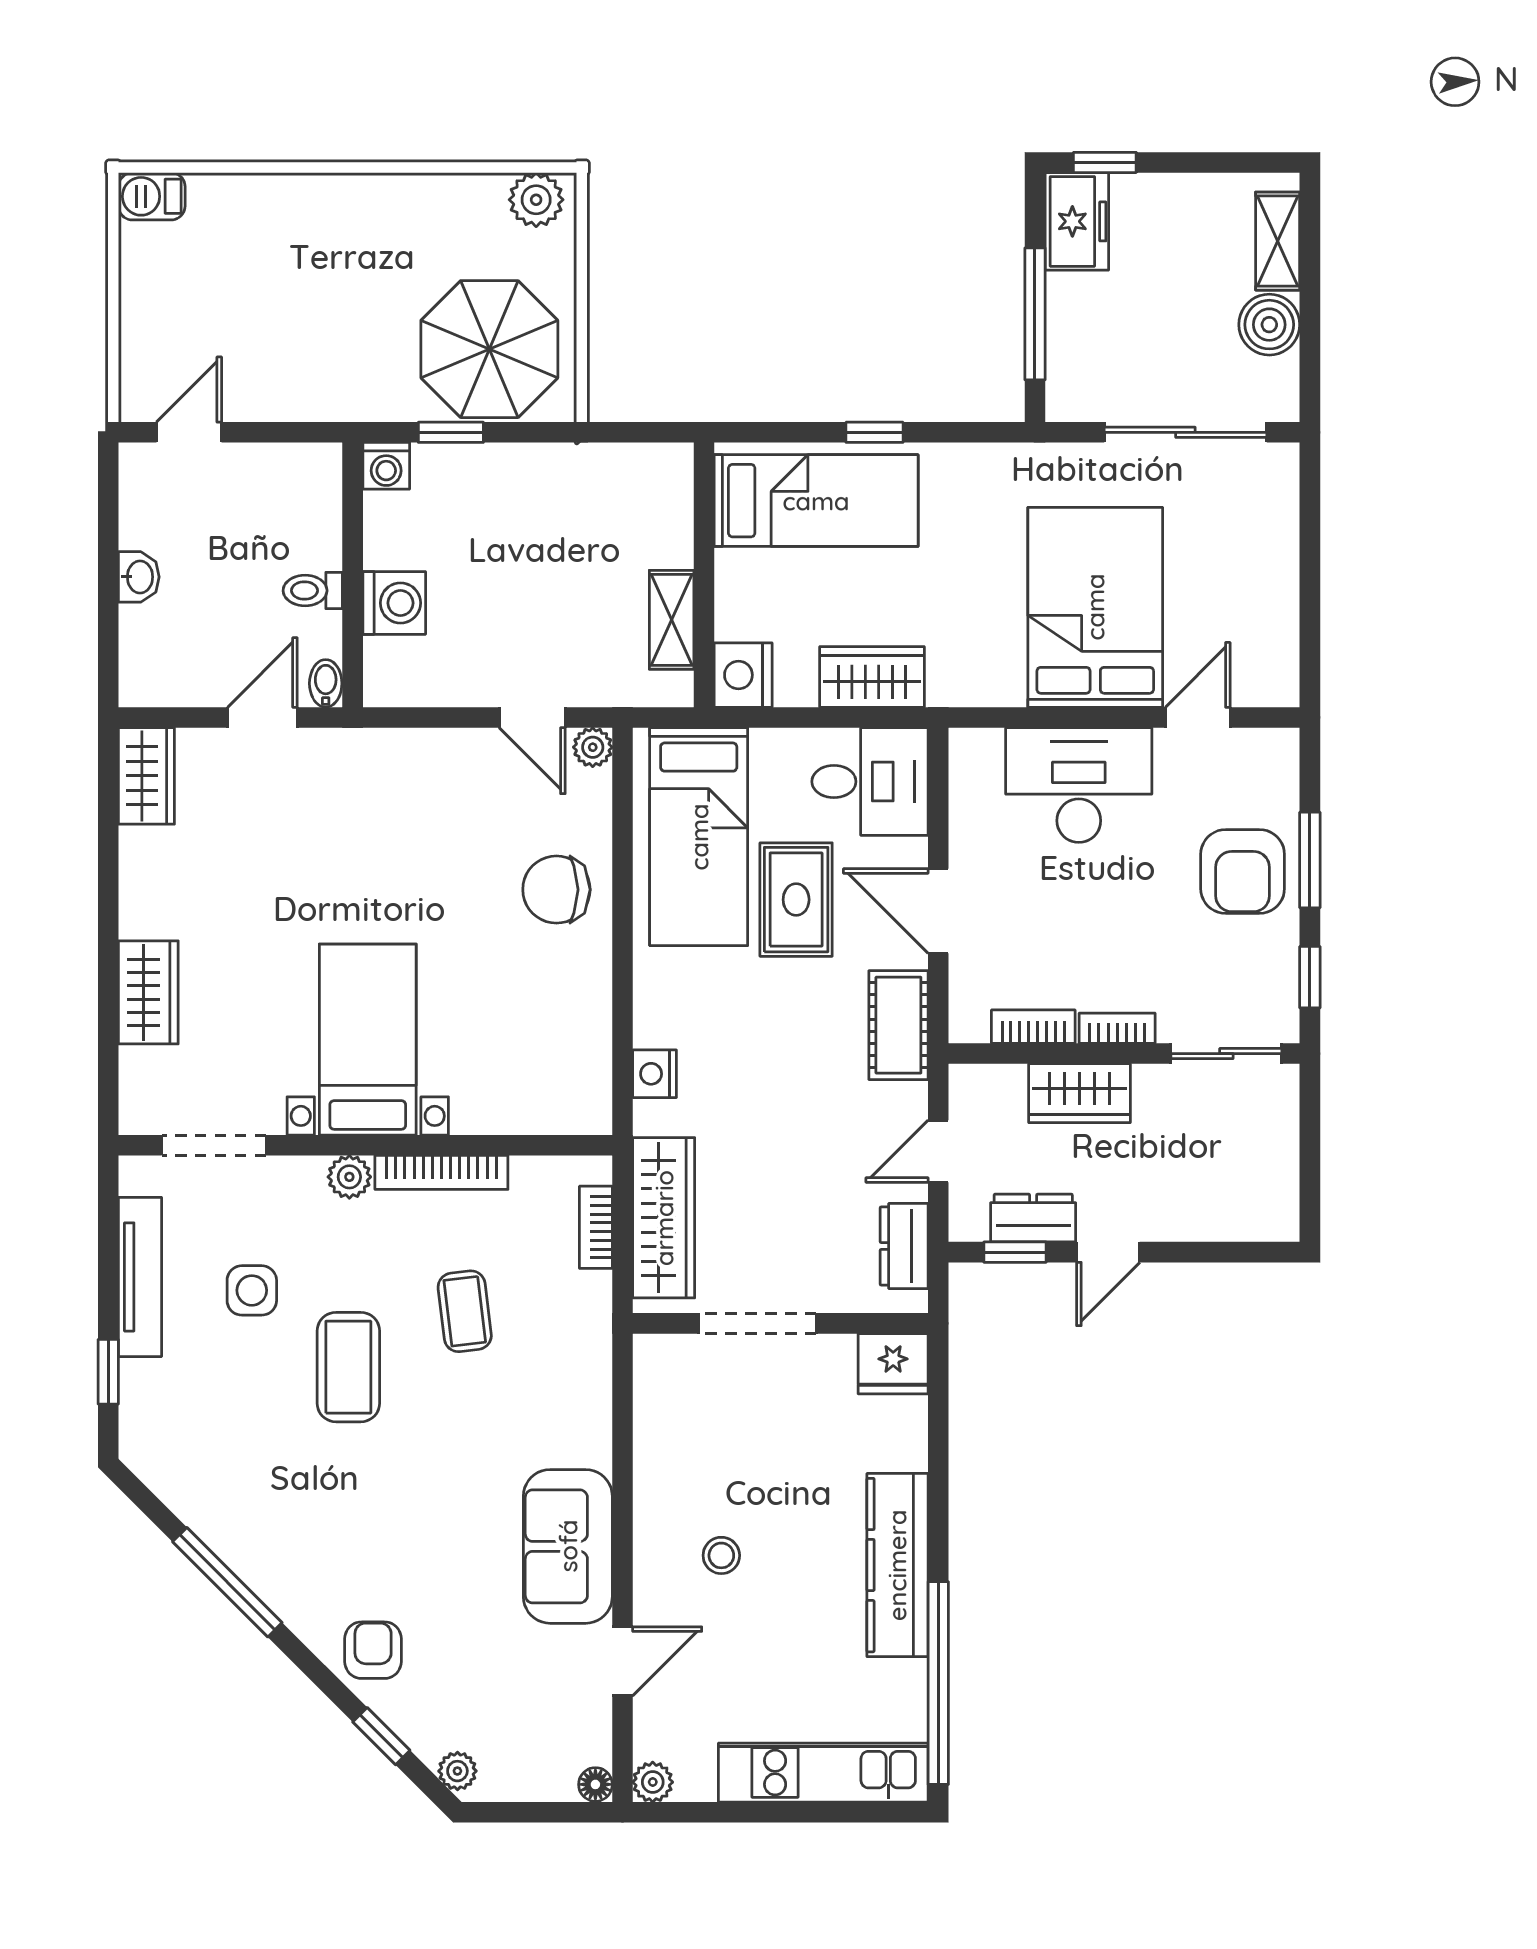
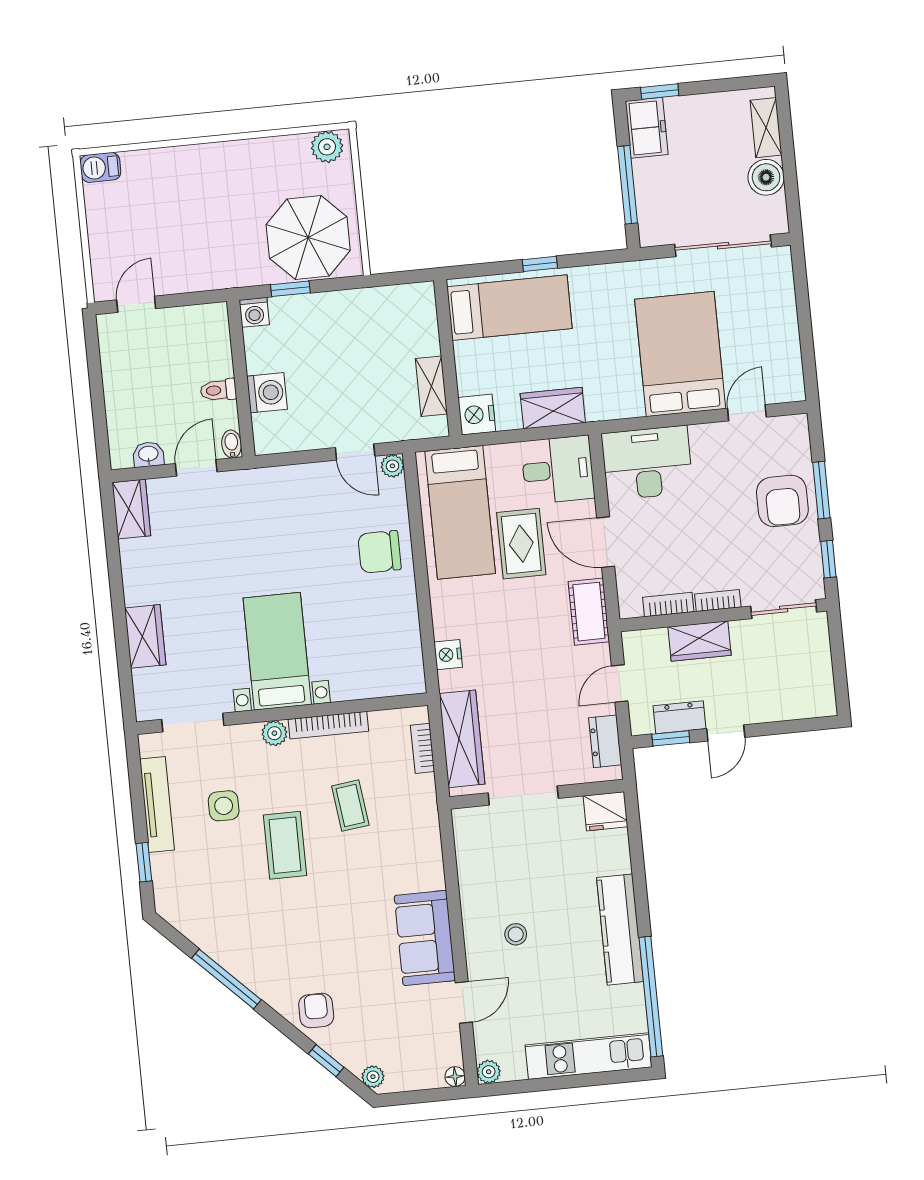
washbasin: (139, 577) -> (148, 454), moved, turned -90
desk: (1079, 785) -> (647, 463), moved

